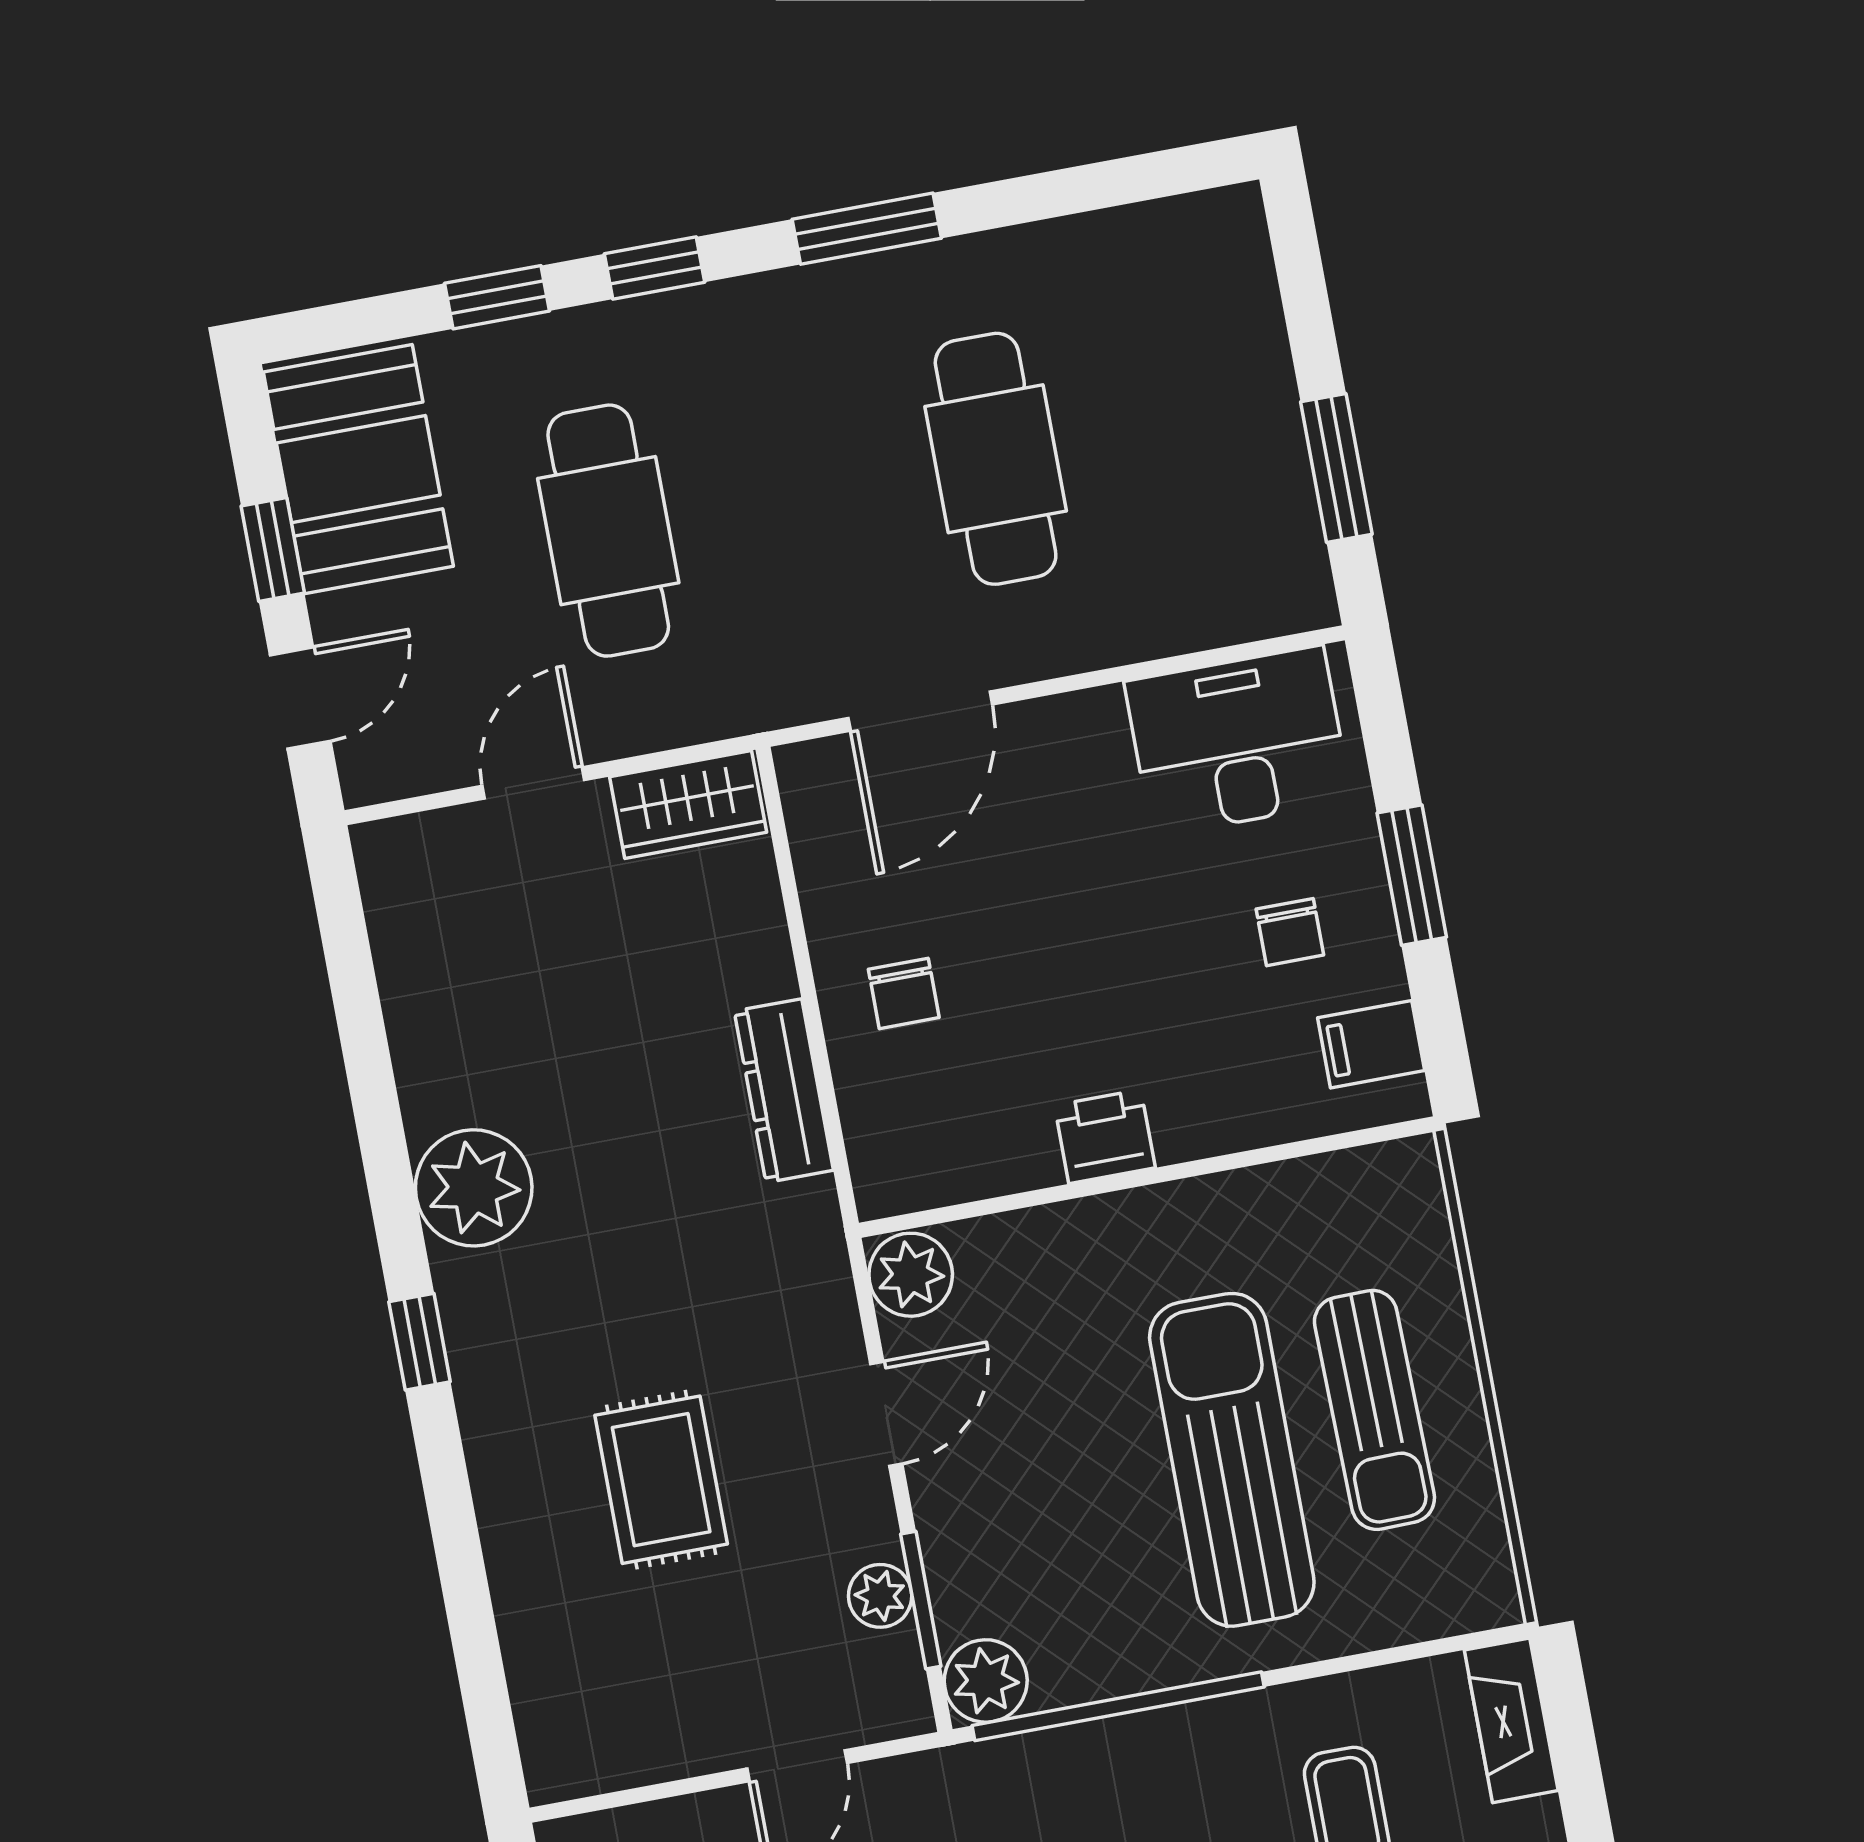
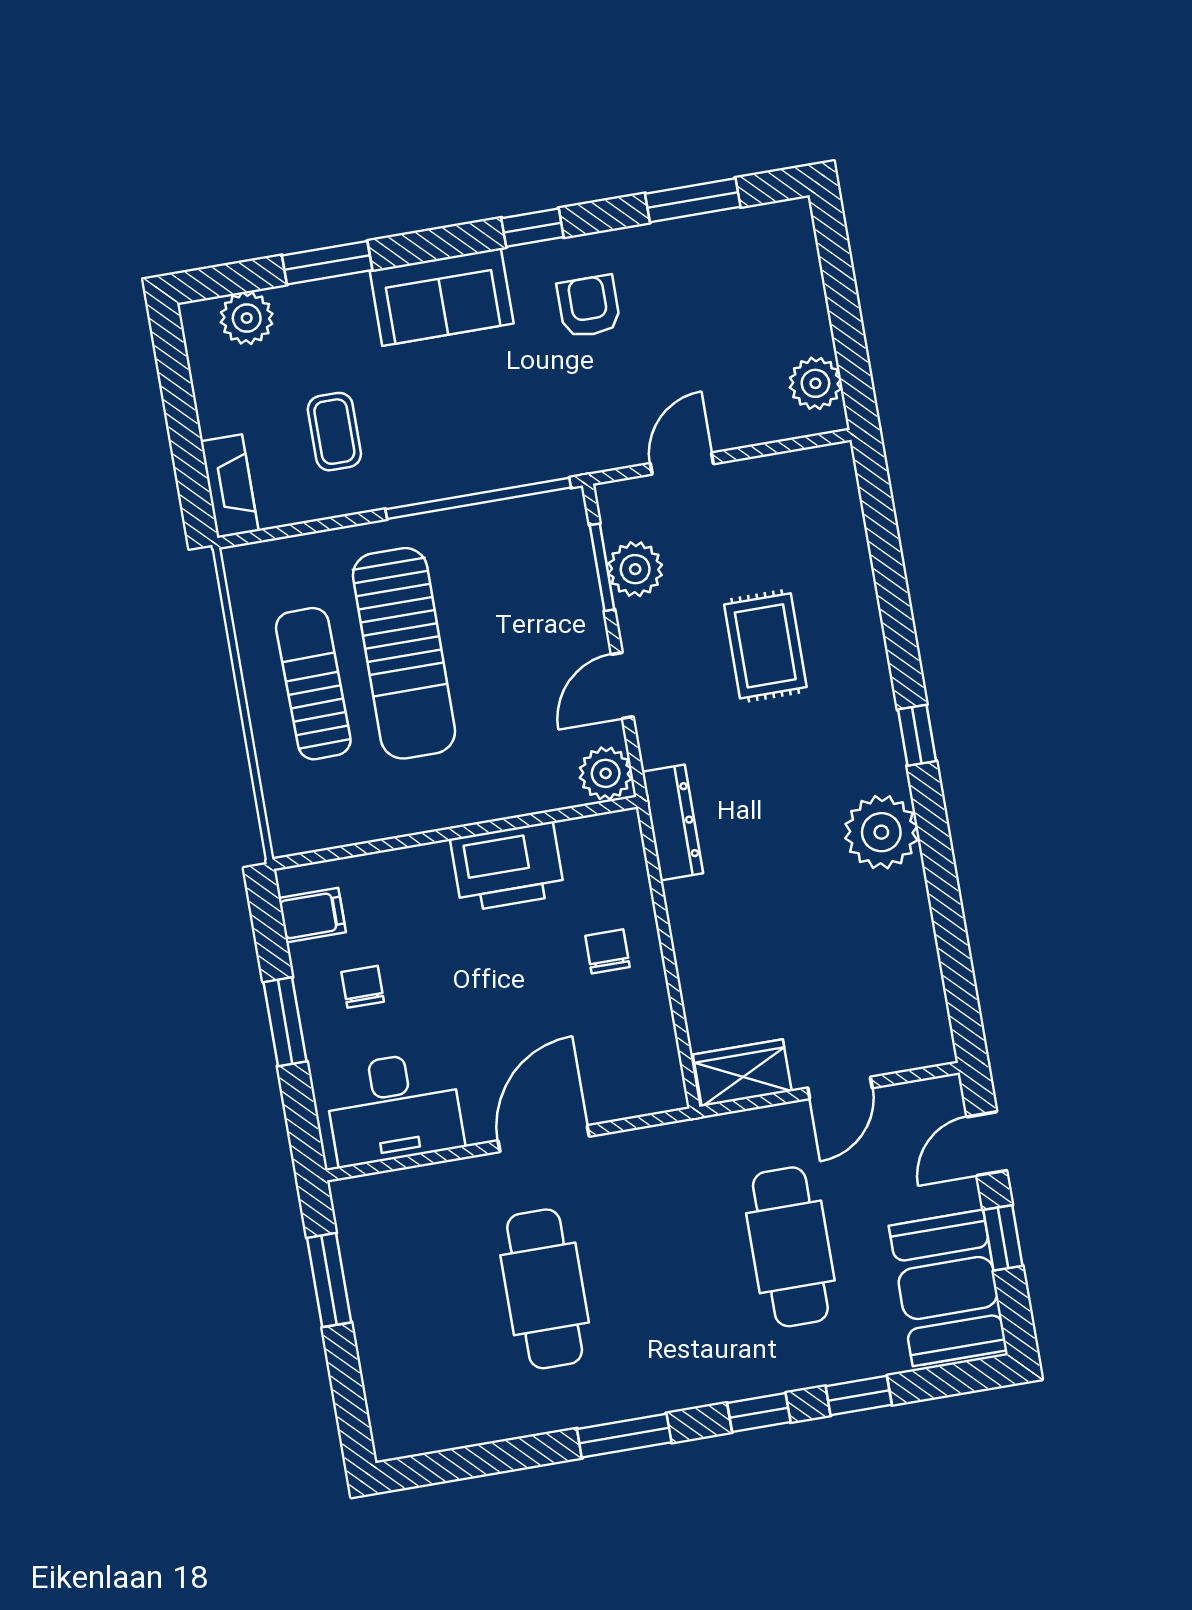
door: (920, 711) -> (544, 1139), moved
dresser: (784, 1091) -> (673, 822), moved
printer: (1105, 1137) -> (507, 867), width x1.87, depth x1.48
plant: (880, 1596) -> (635, 569), width x1.38, depth x1.38
plant: (986, 1681) -> (562, 516), removed

